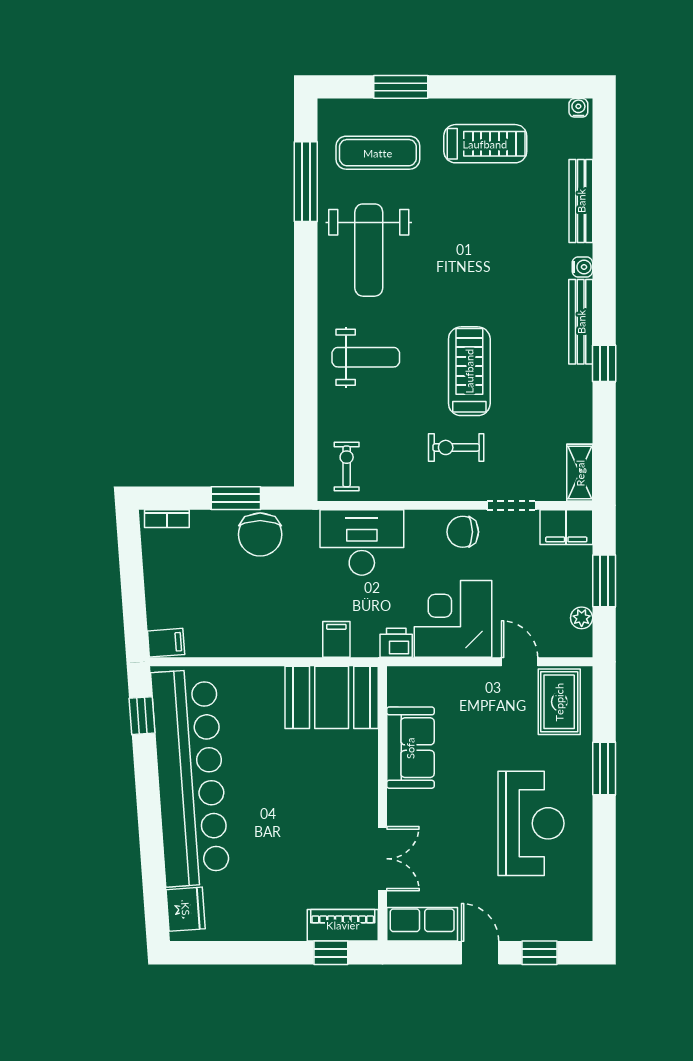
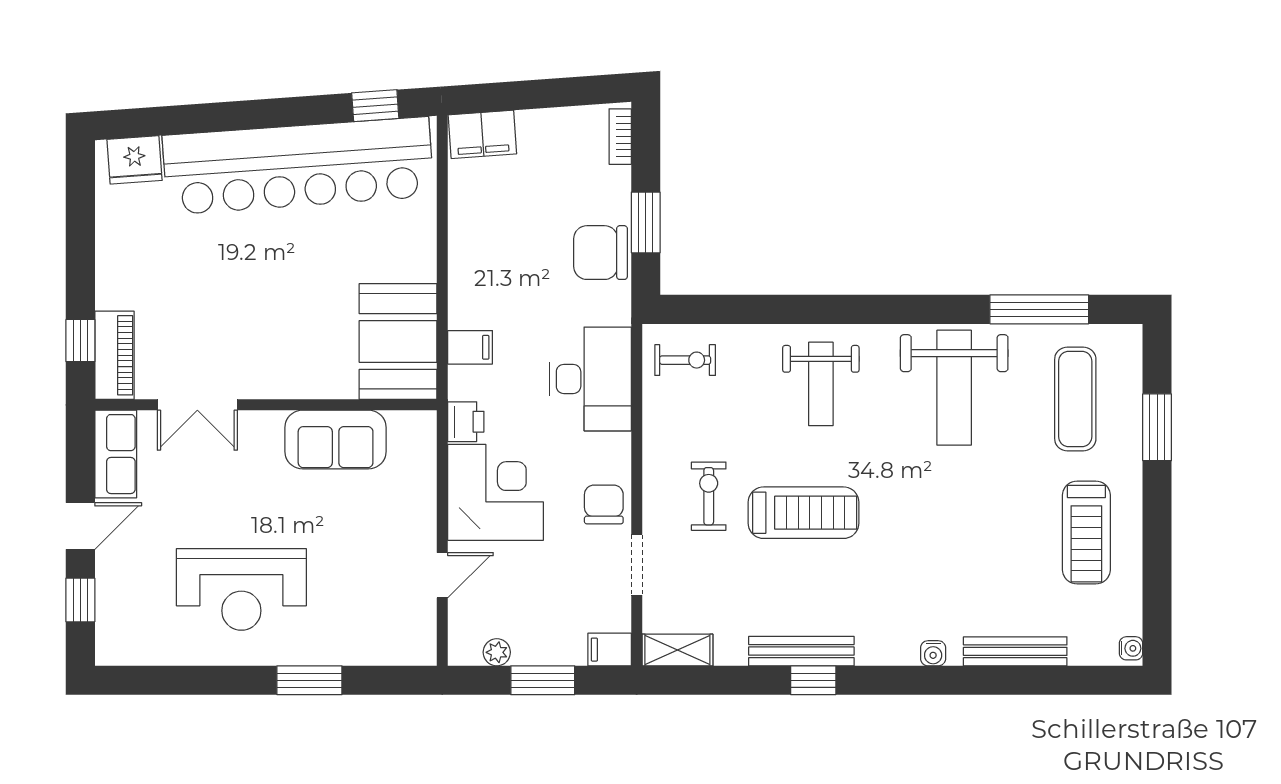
weight bench: (369, 250) -> (954, 388), turned -90
bench: (581, 322) -> (801, 651), moved
filing cabinet: (566, 527) -> (610, 650), width x0.50
filing cabinet: (166, 643) -> (482, 134), width x2.00
rug: (559, 702) -> (393, 624), removed

